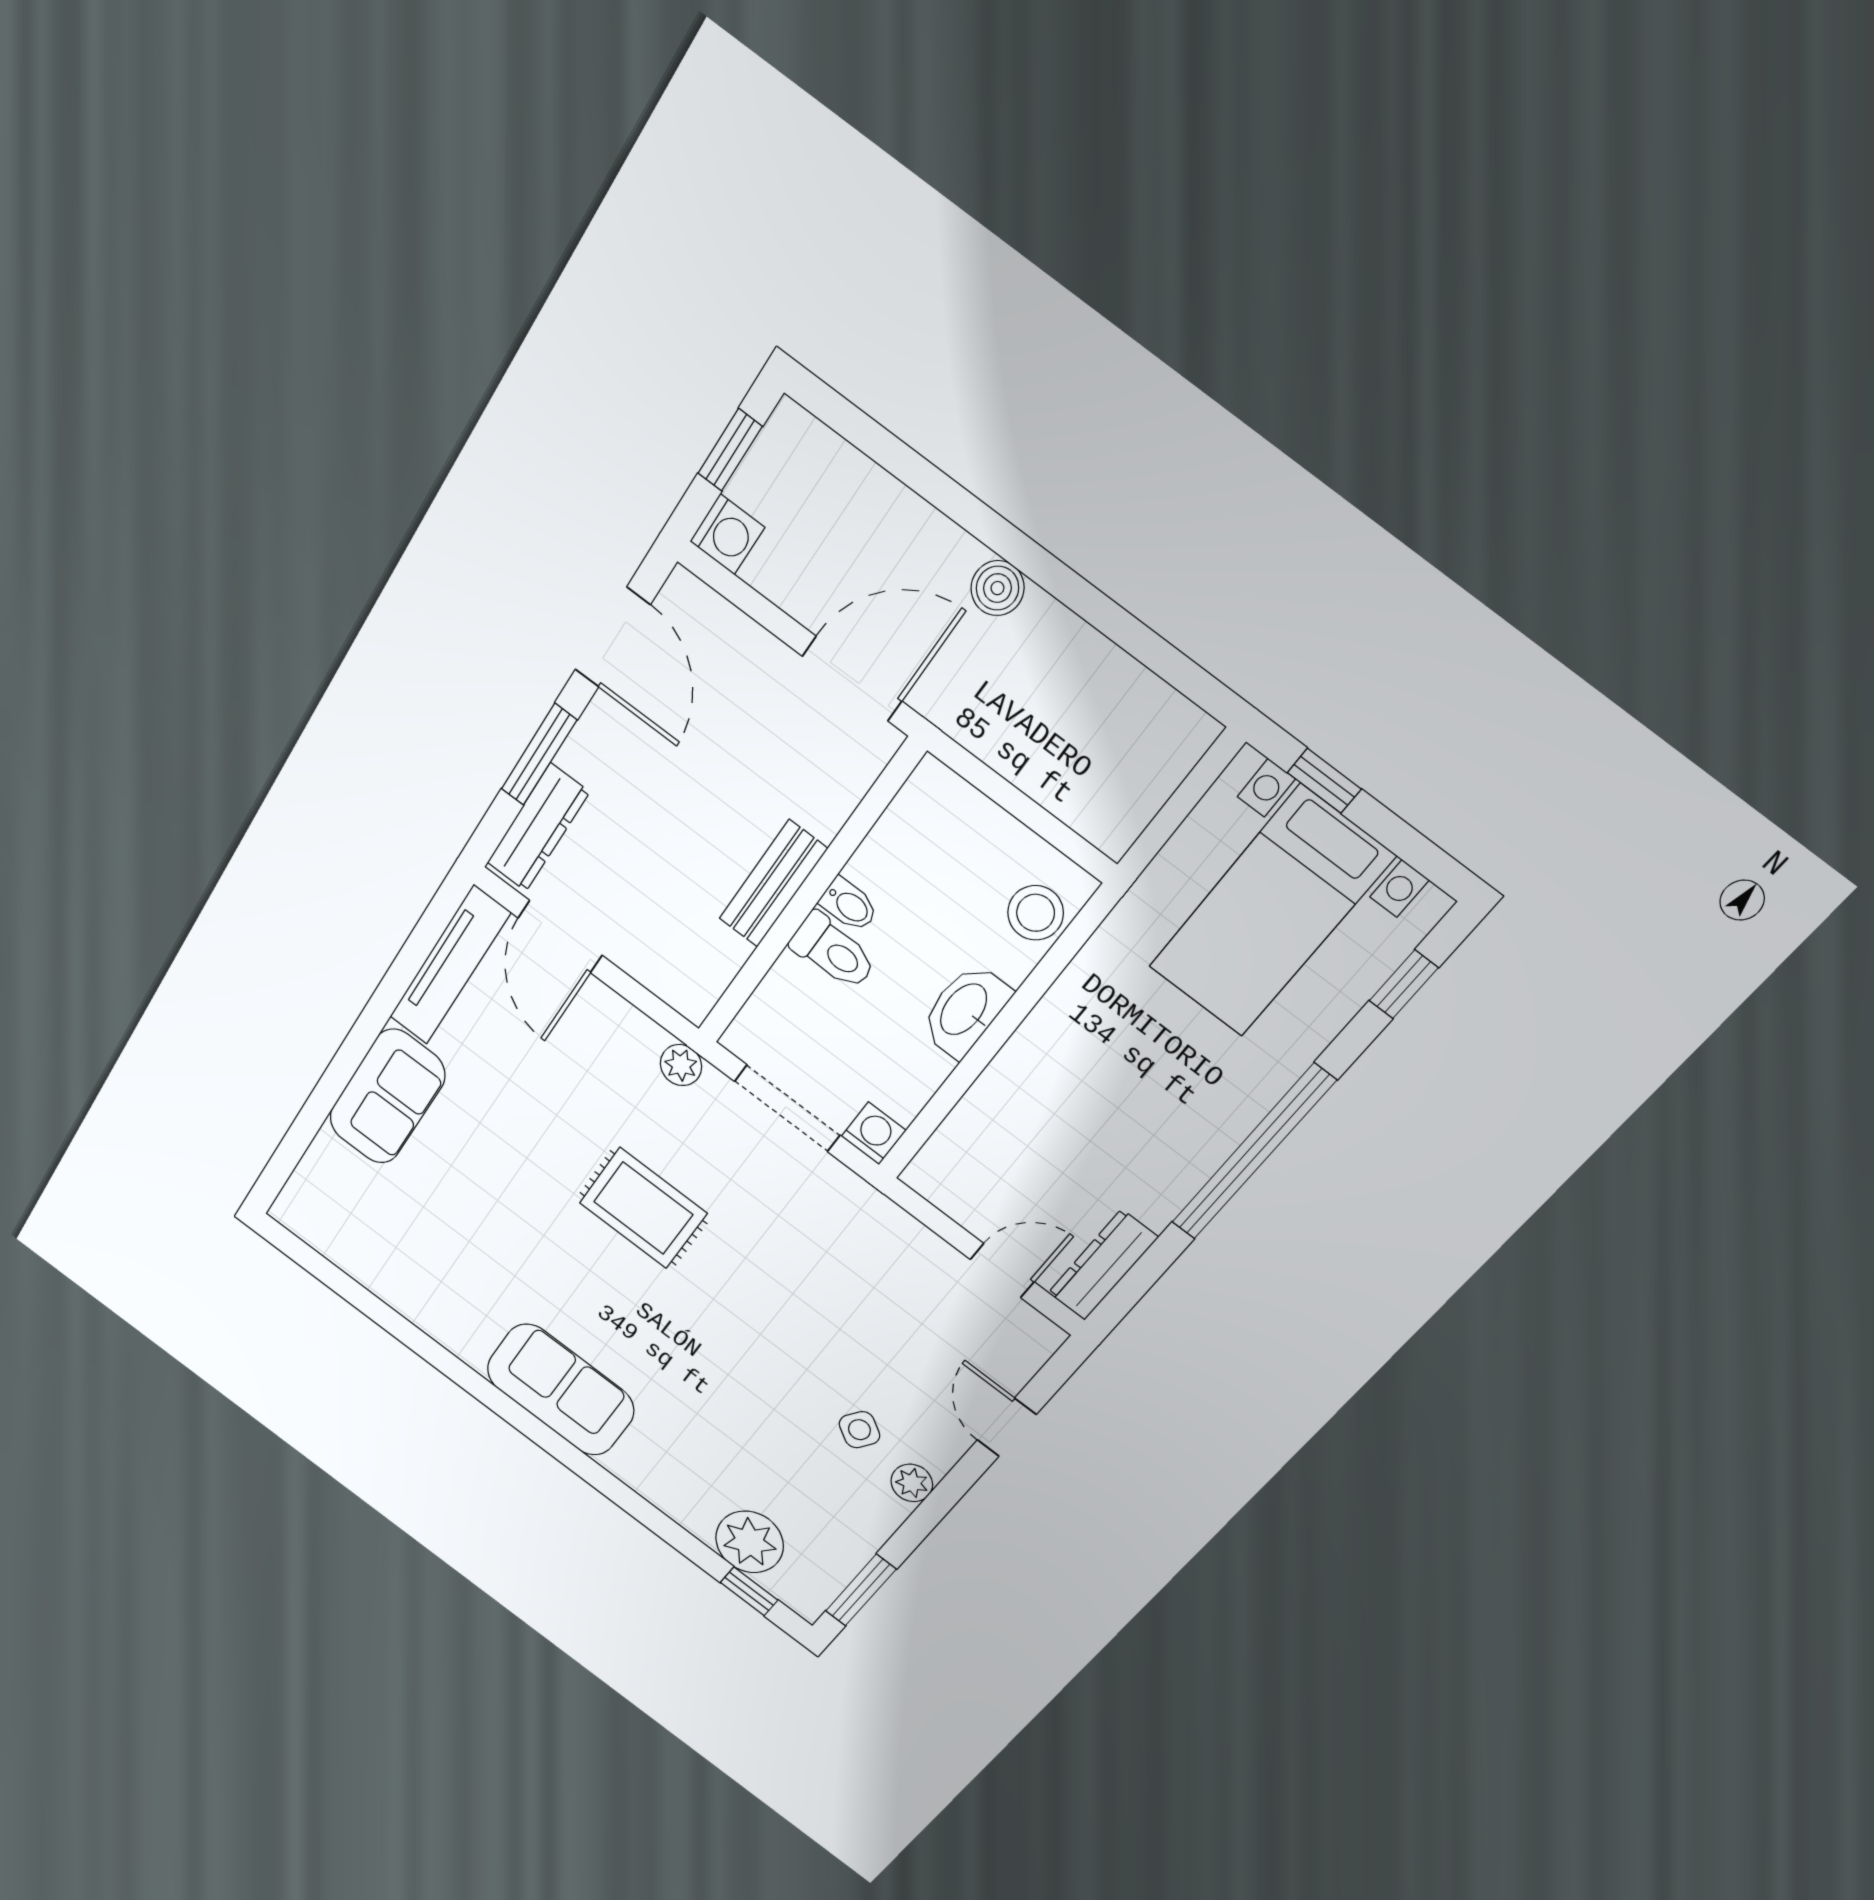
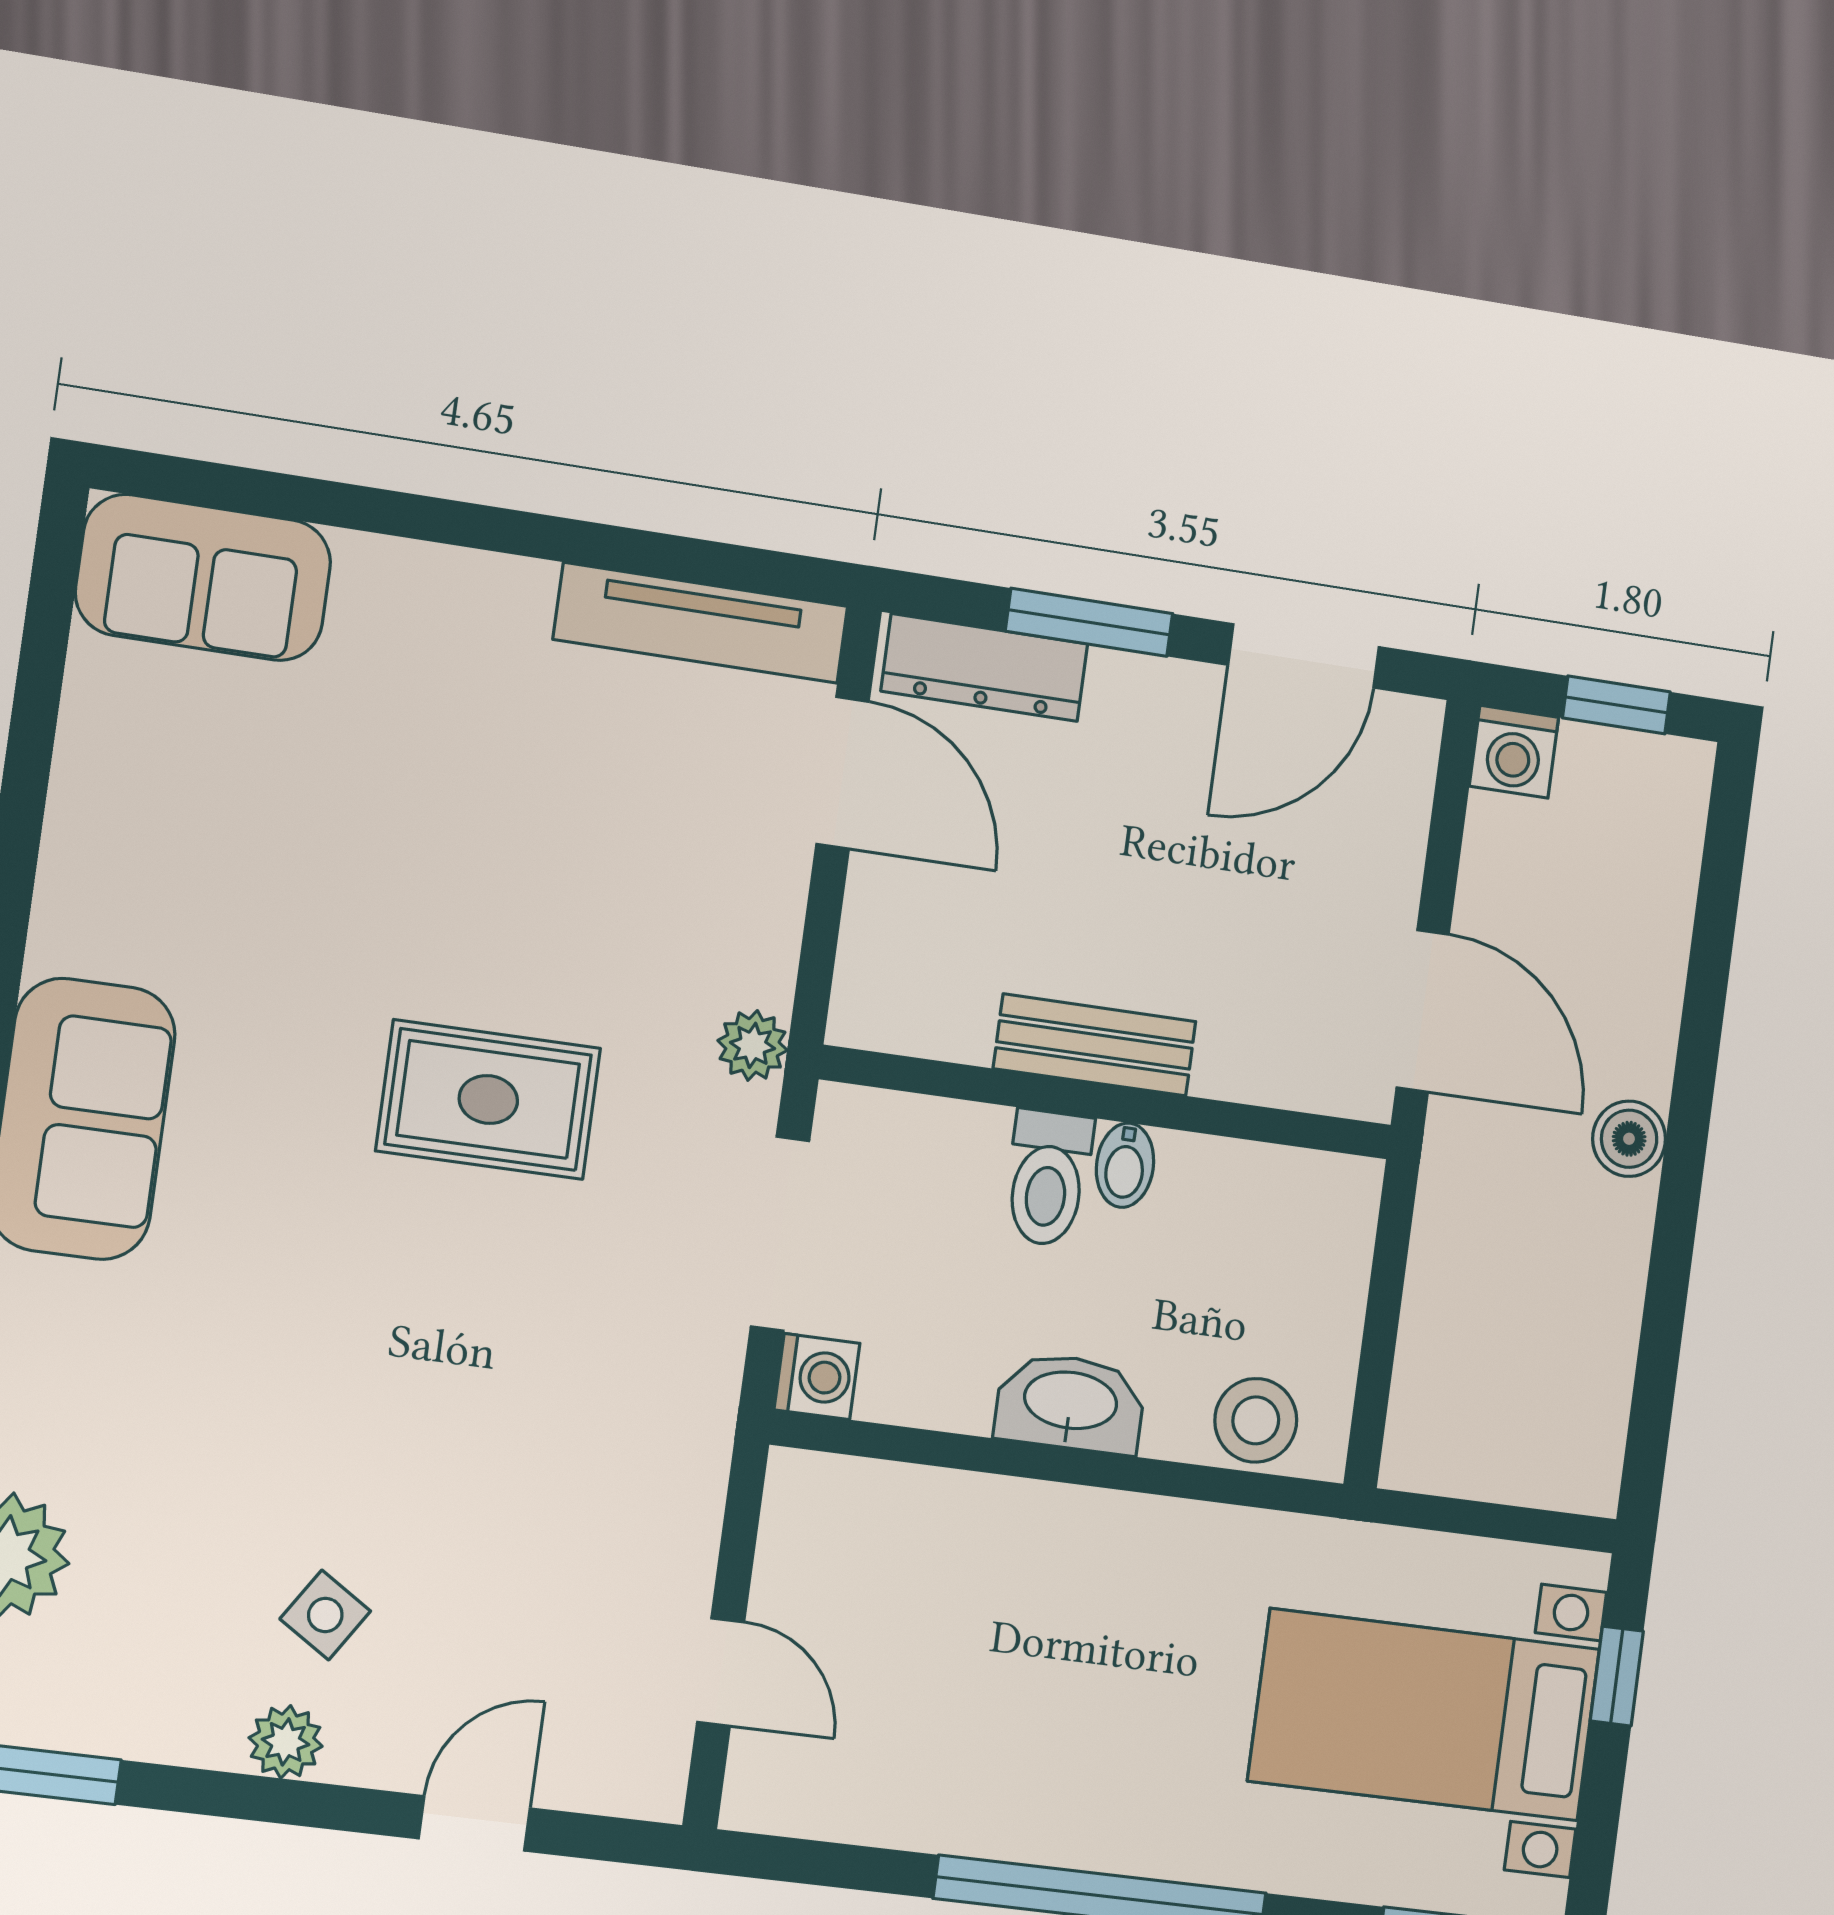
door: (560, 937) -> (843, 773), swing flipped
sofa: (387, 1097) -> (203, 578), moved
rug: (643, 1208) -> (488, 1100), turned 90
dresser: (1103, 1265) -> (817, 1803), removed

